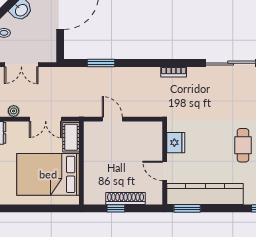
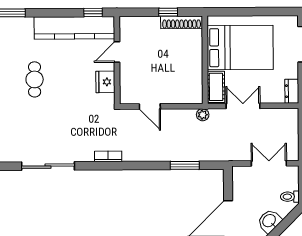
plant: (14, 111) -> (203, 115), moved
door: (112, 119) -> (150, 106), moved
door: (165, 171) -> (117, 52), swing flipped
shoe rack: (126, 199) -> (182, 22), moved
window: (187, 208) -> (93, 12), width x0.67

